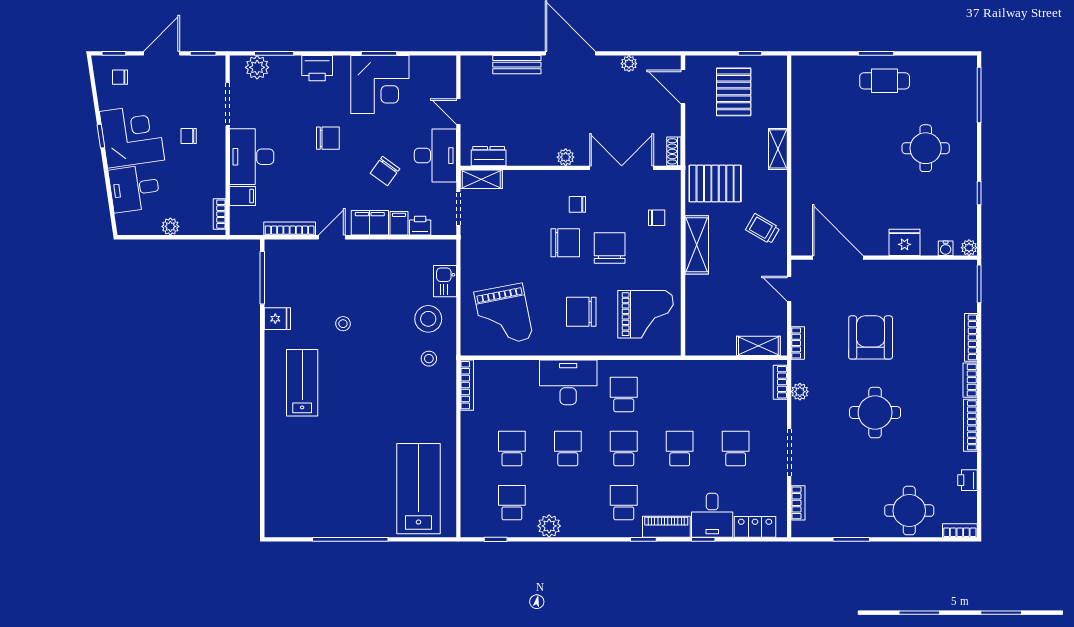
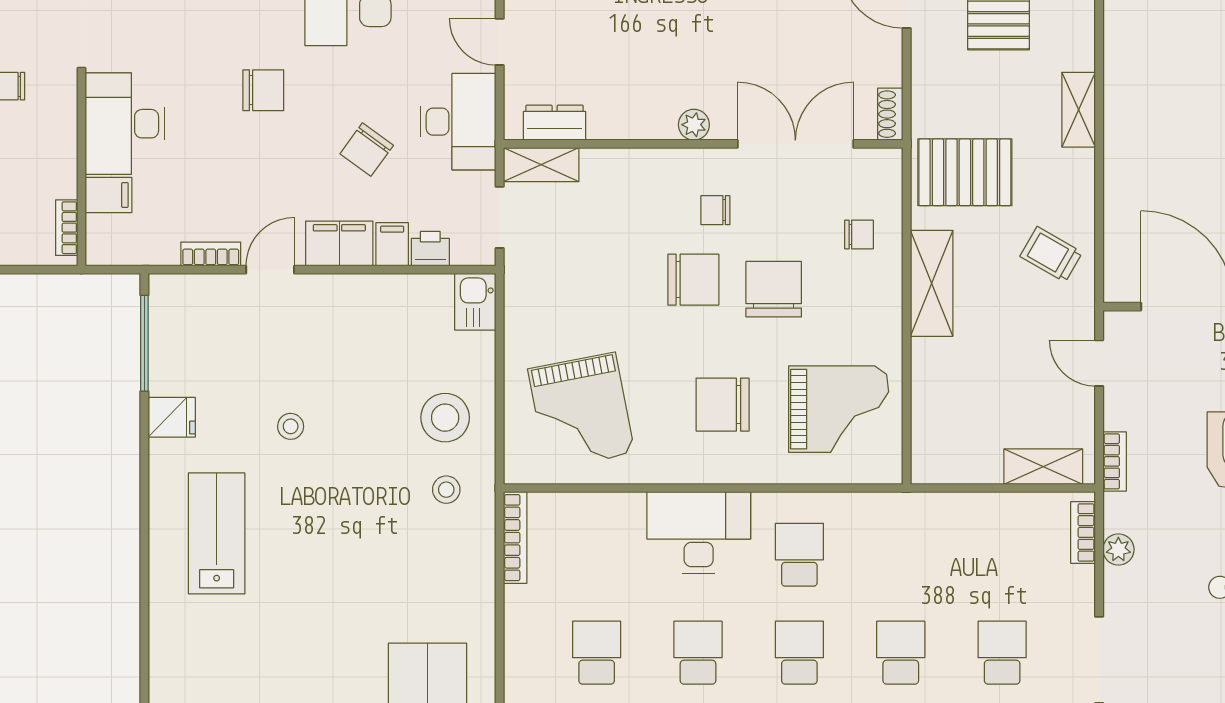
bookcase: (290, 229) -> (211, 254), width x0.64
kitchen sink: (445, 281) -> (475, 302), moved

